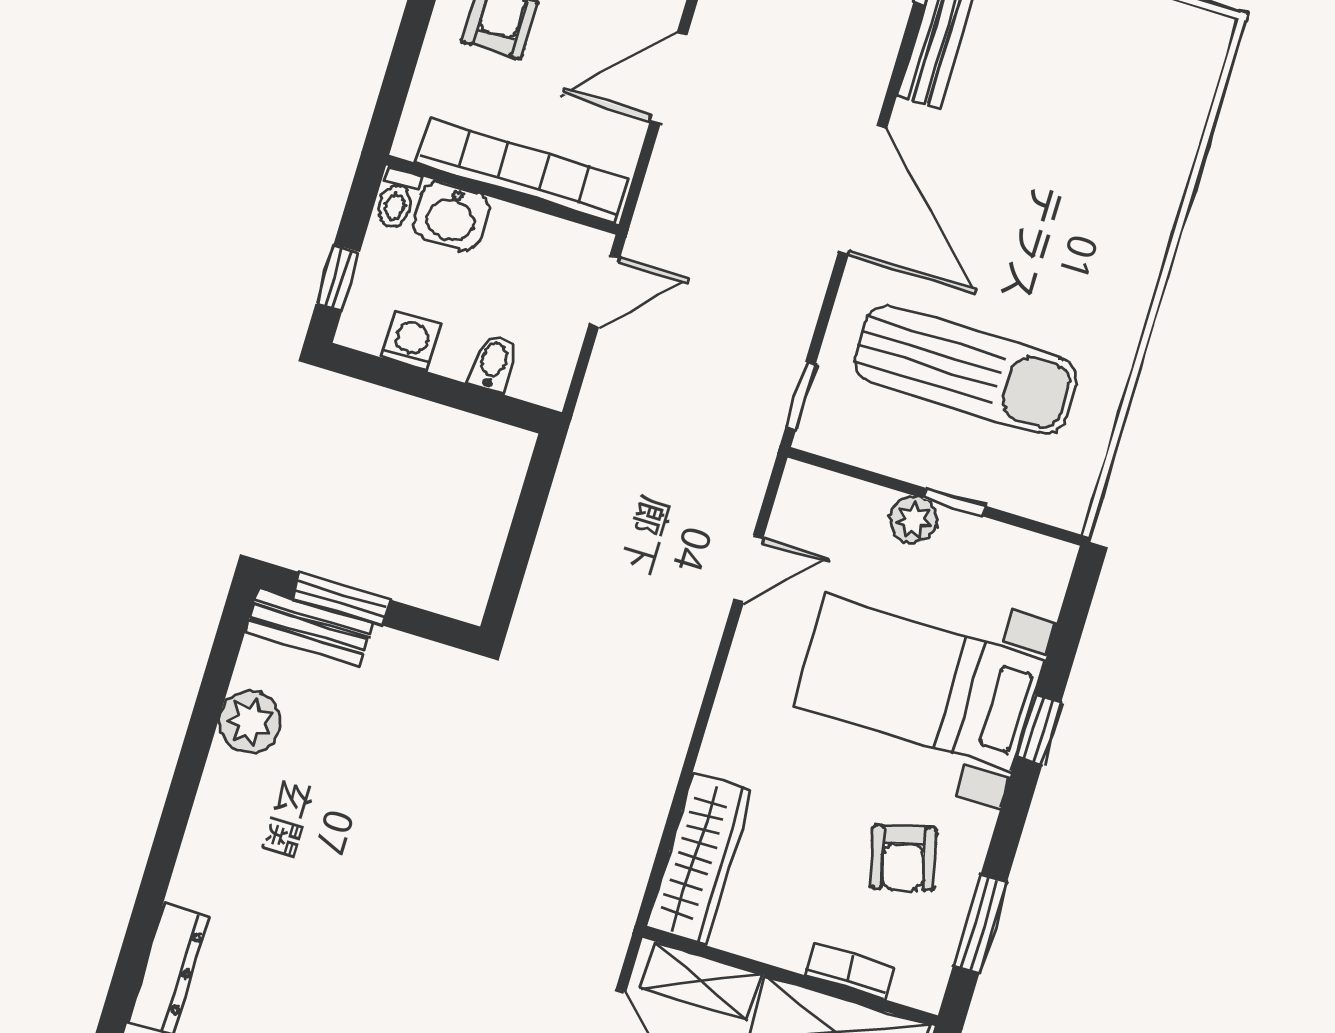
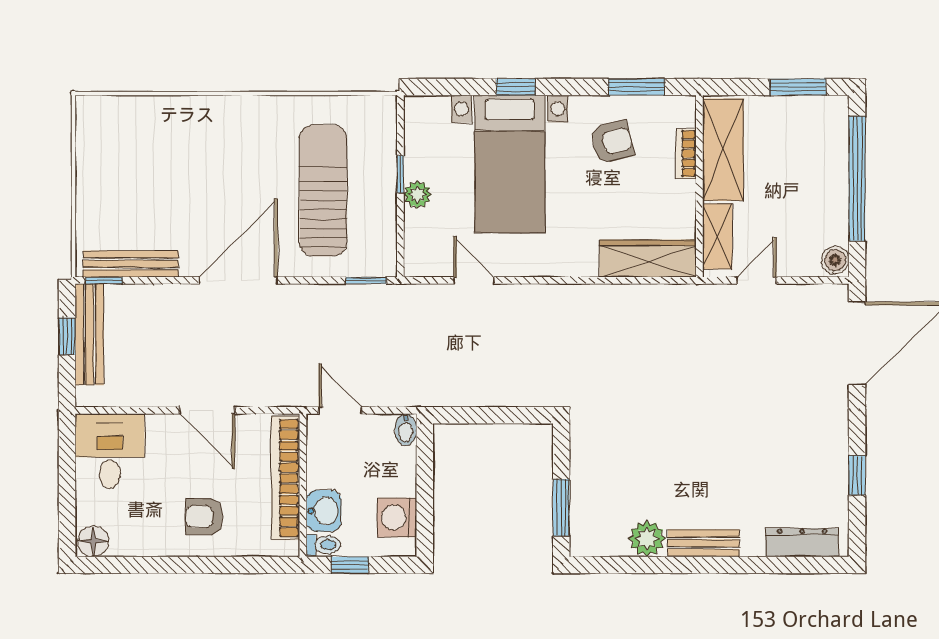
window: (338, 278) -> (350, 565), moved
washing machine: (411, 342) -> (397, 517), width x1.38, depth x1.38
bidet: (493, 363) -> (406, 430), moved, turned -90
bench: (309, 627) -> (704, 543), moved, turned 90

